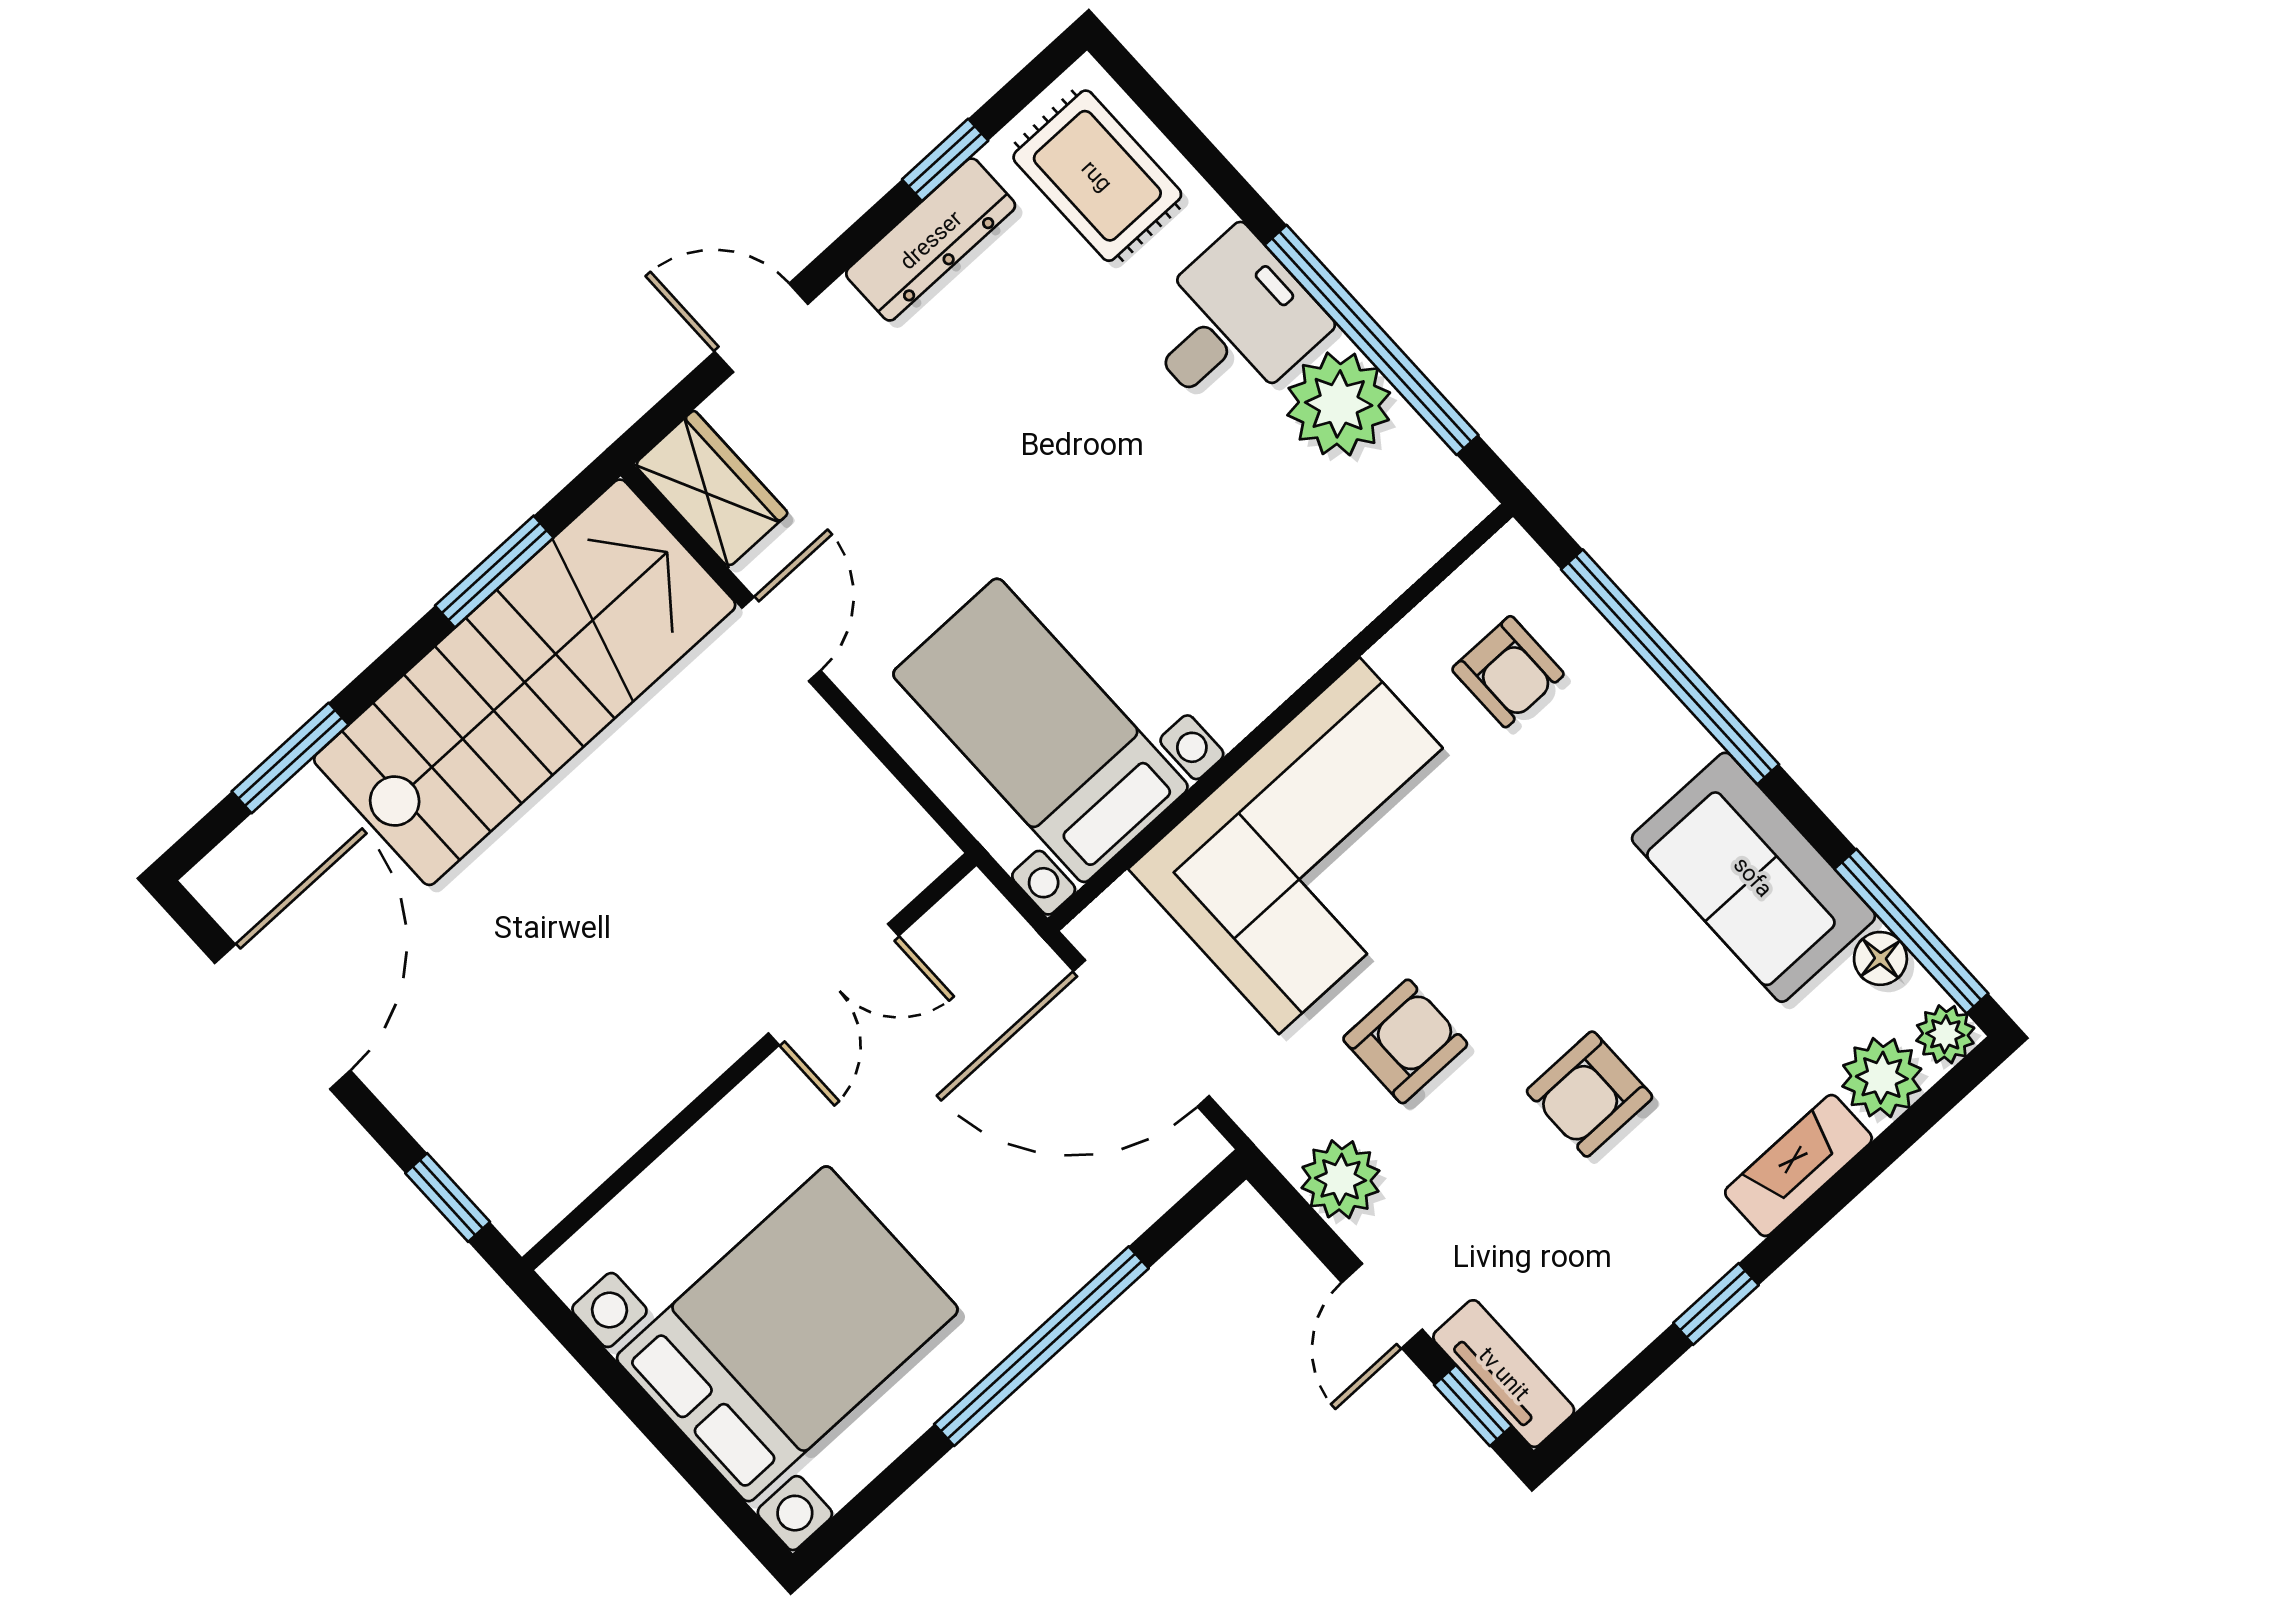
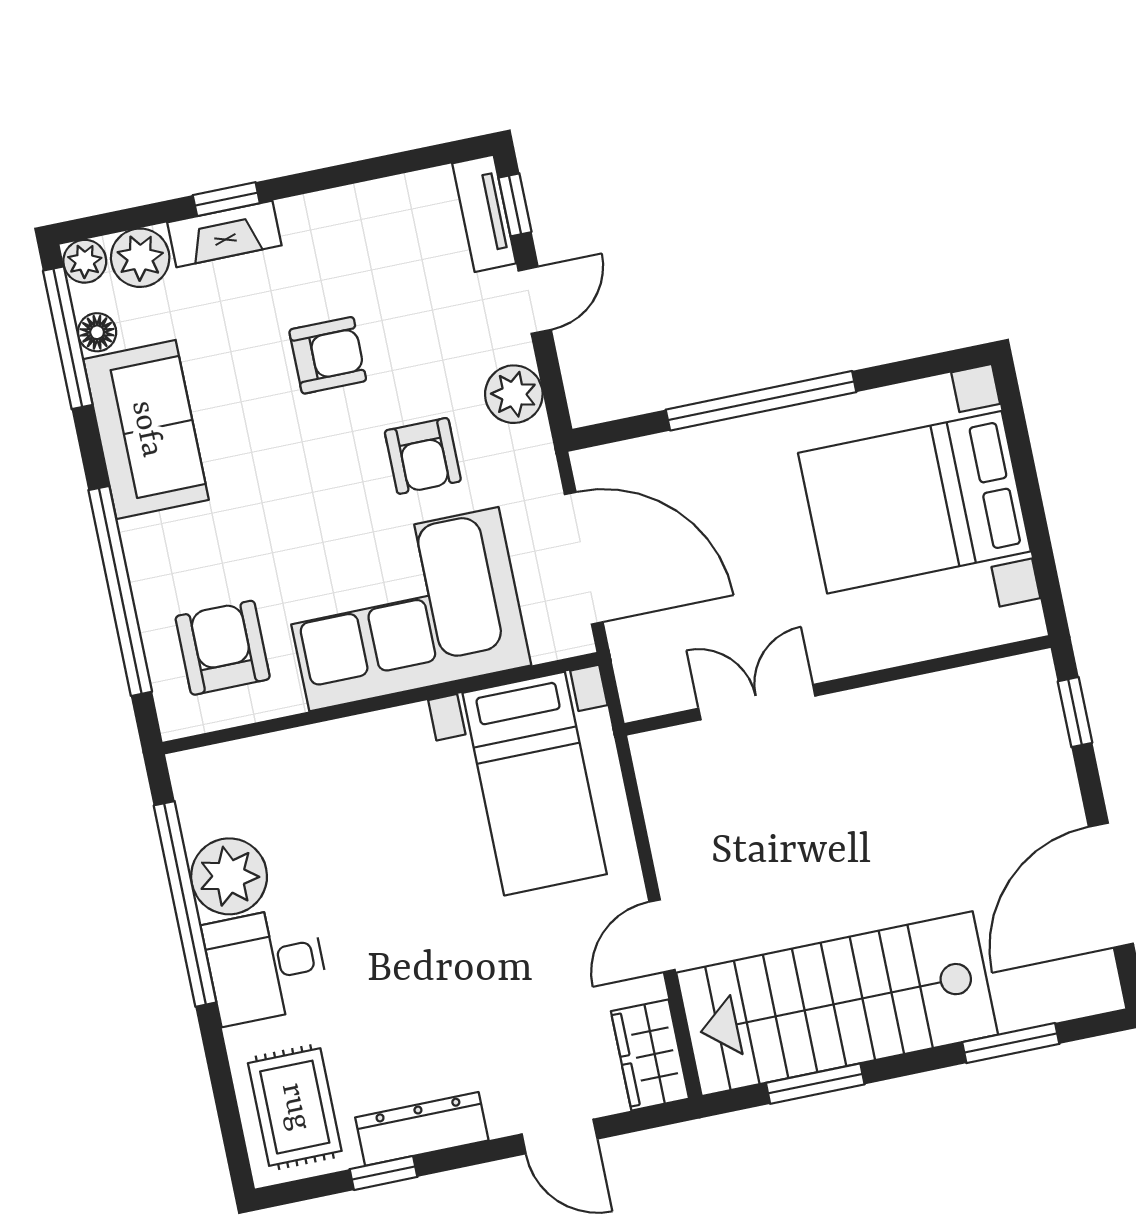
armchair: (1508, 672) -> (223, 648), width x1.38, depth x1.38
armchair: (1405, 1041) -> (423, 456), turned -90
window: (1716, 1304) -> (226, 199), moved

